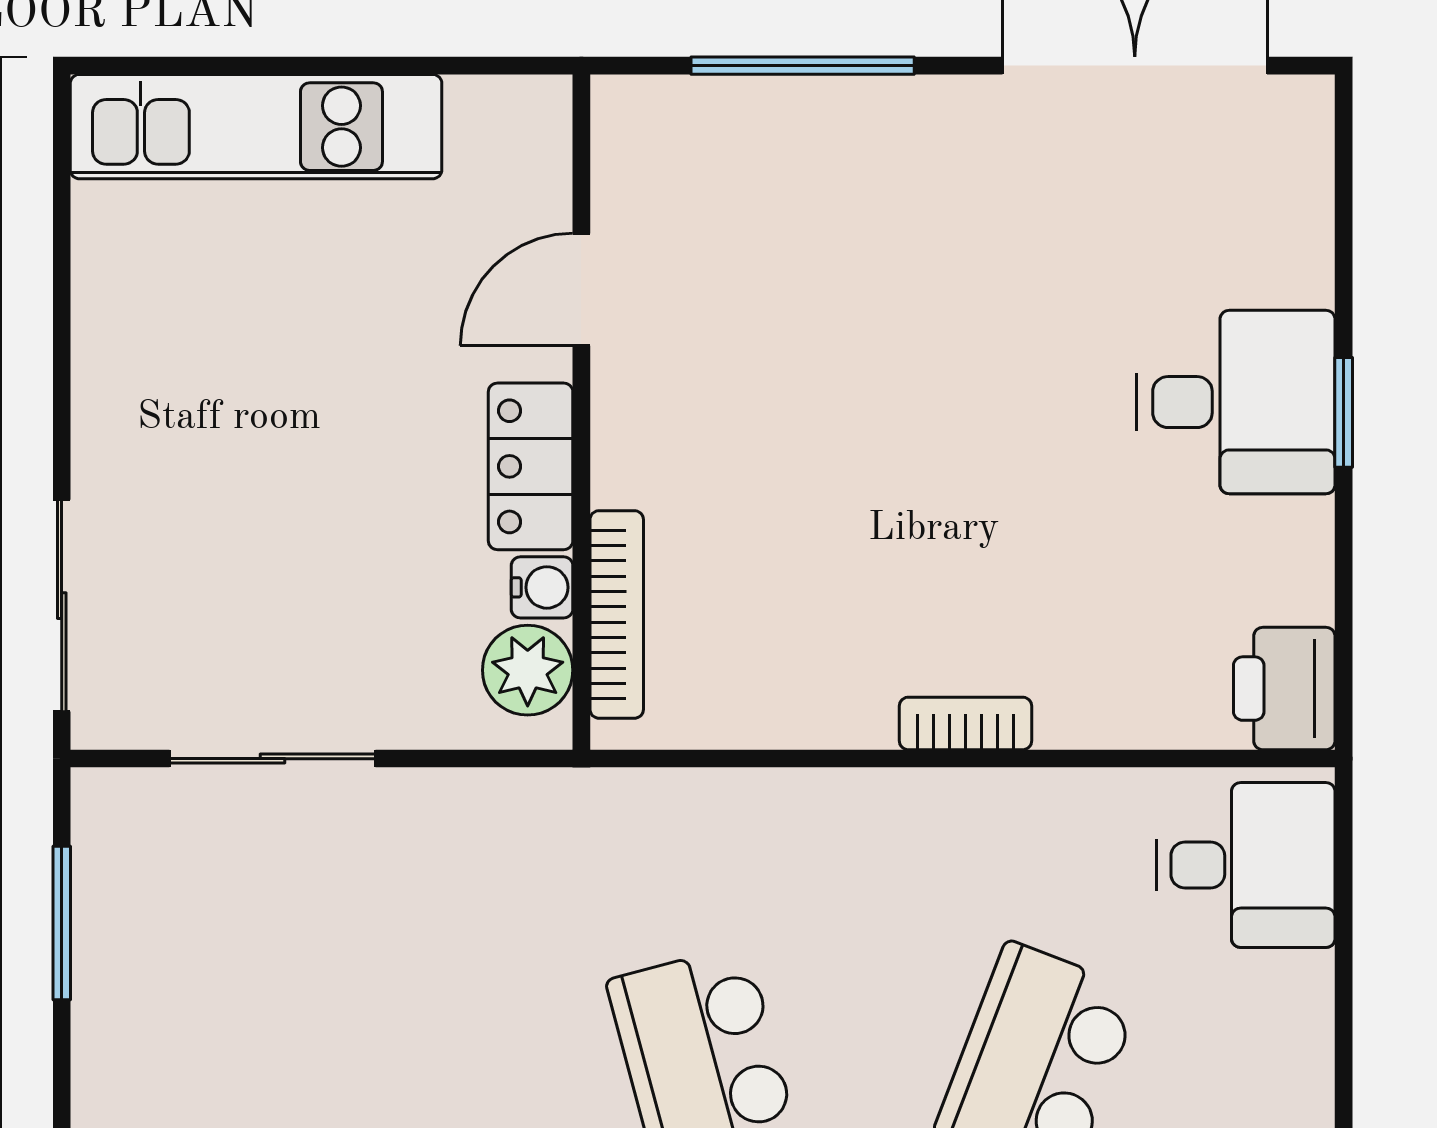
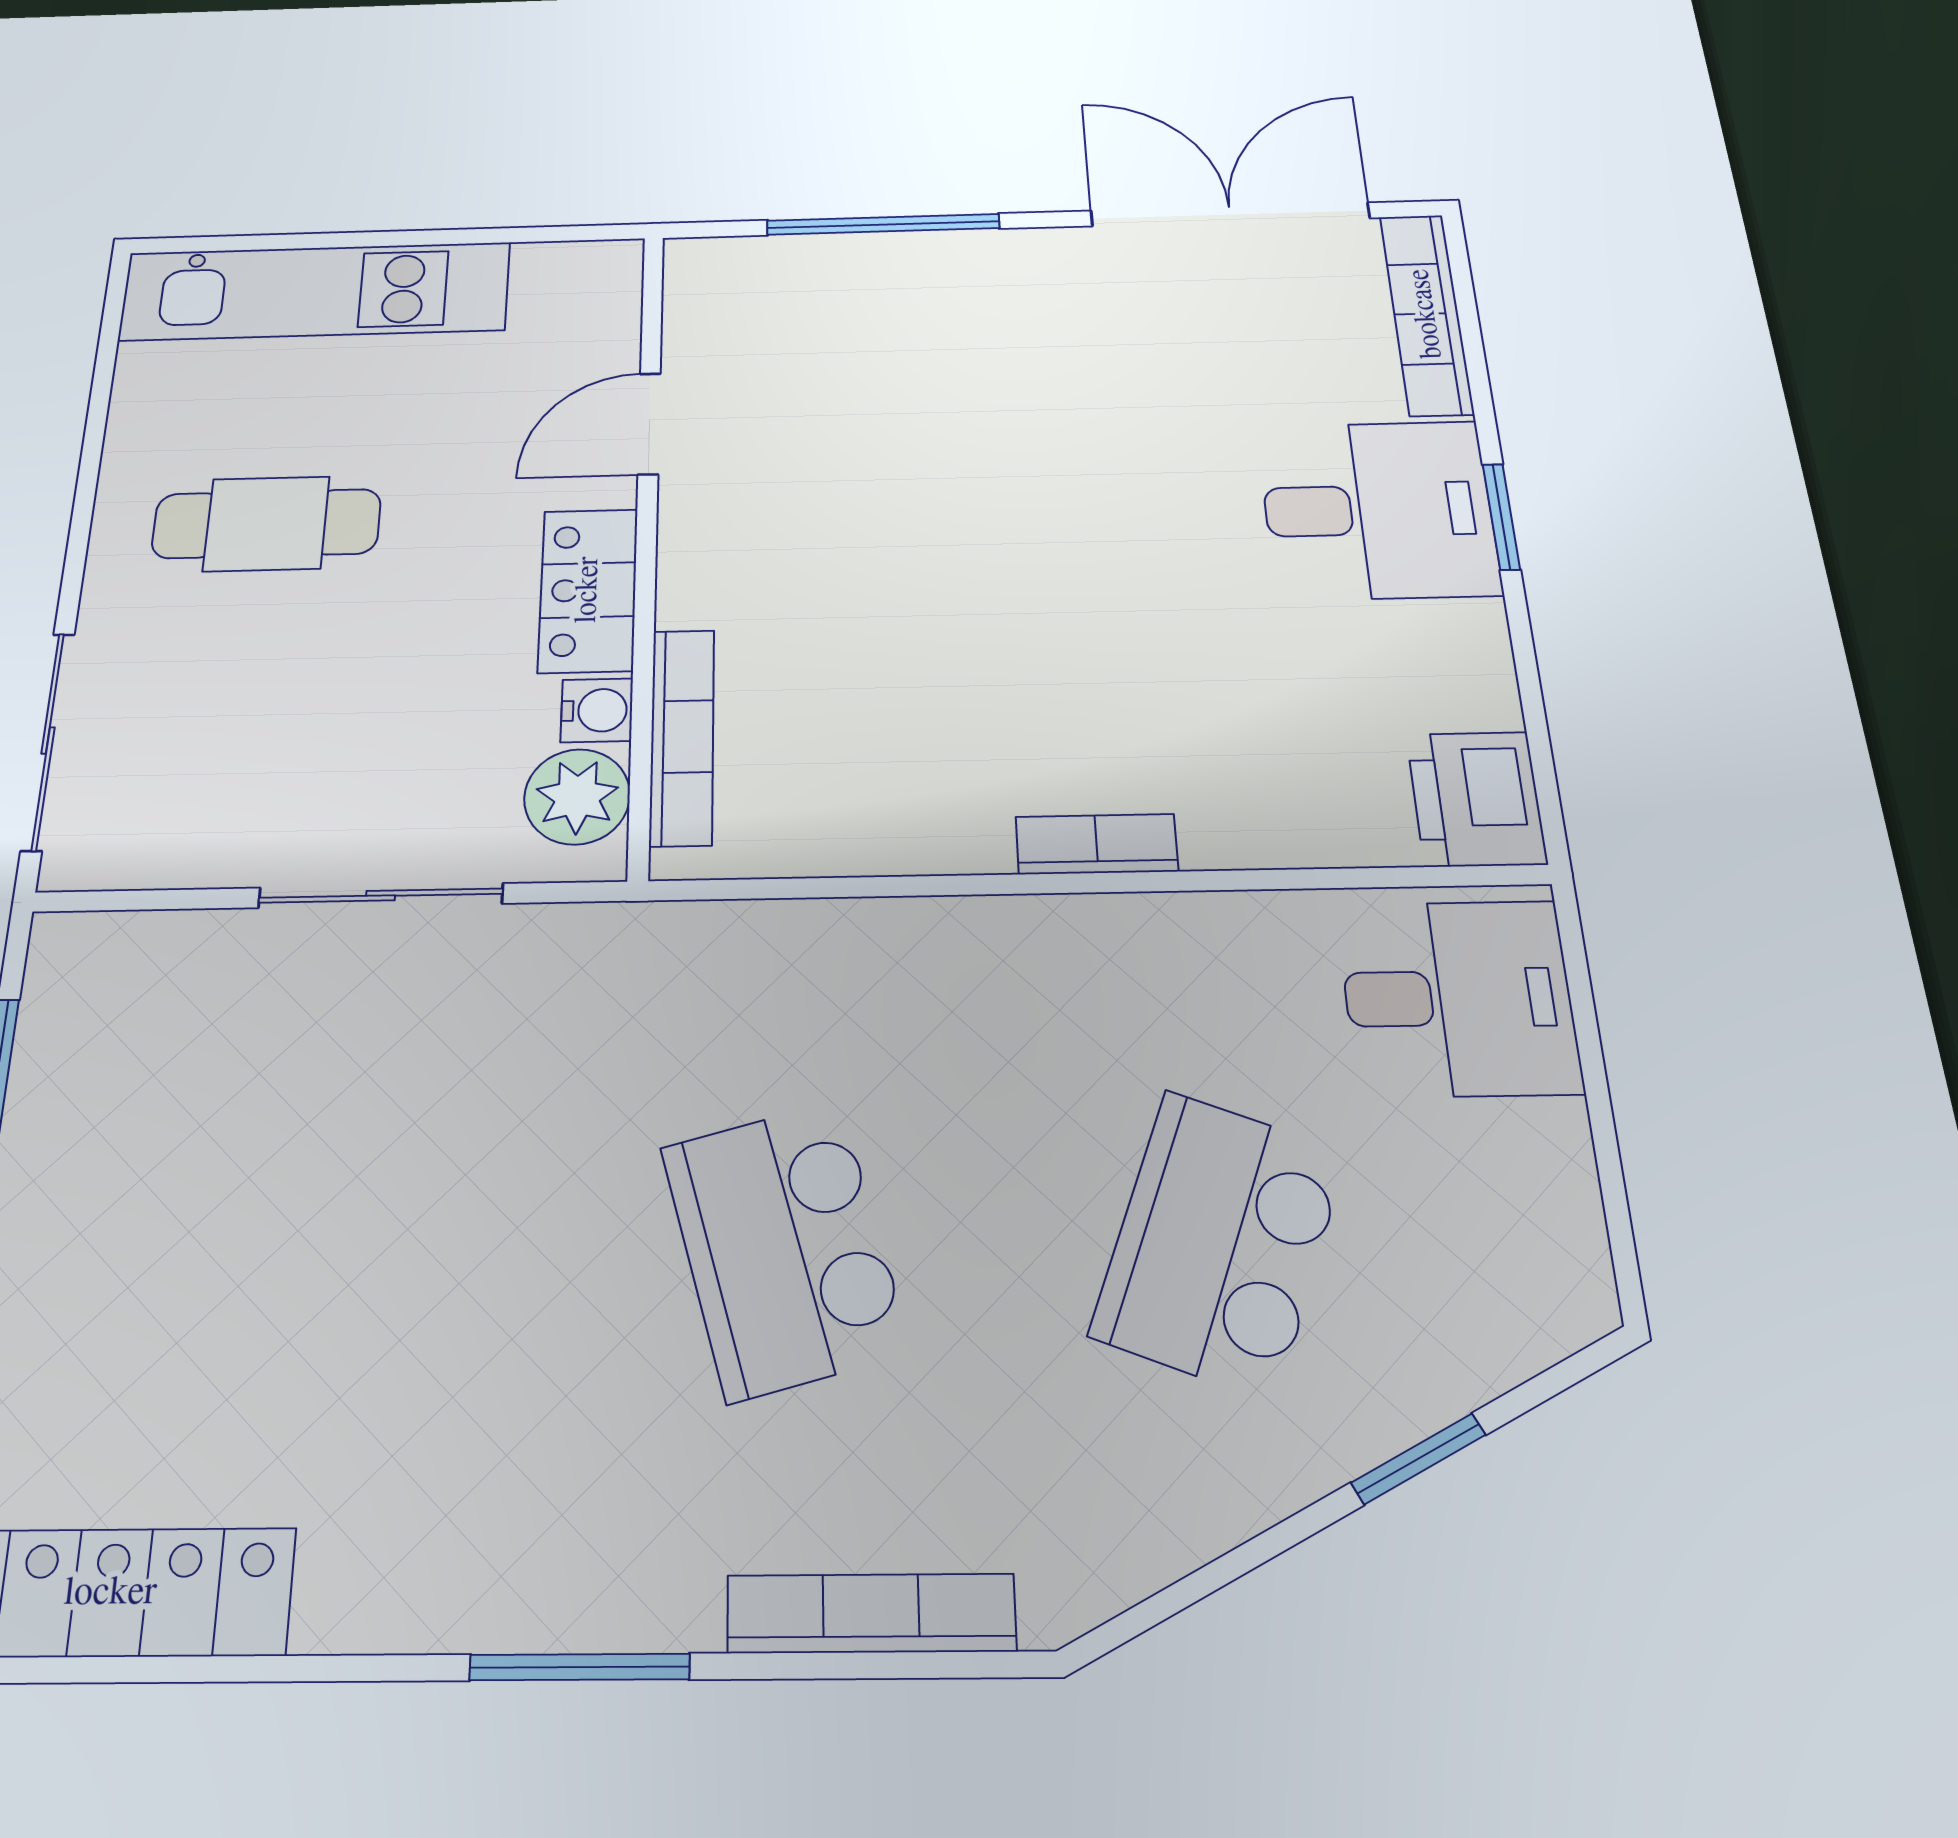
bookcase: (1306, 189) -> (1426, 314), added
cafe table: (234, 388) -> (266, 524), added
sliding door: (273, 759) -> (381, 896), moved

